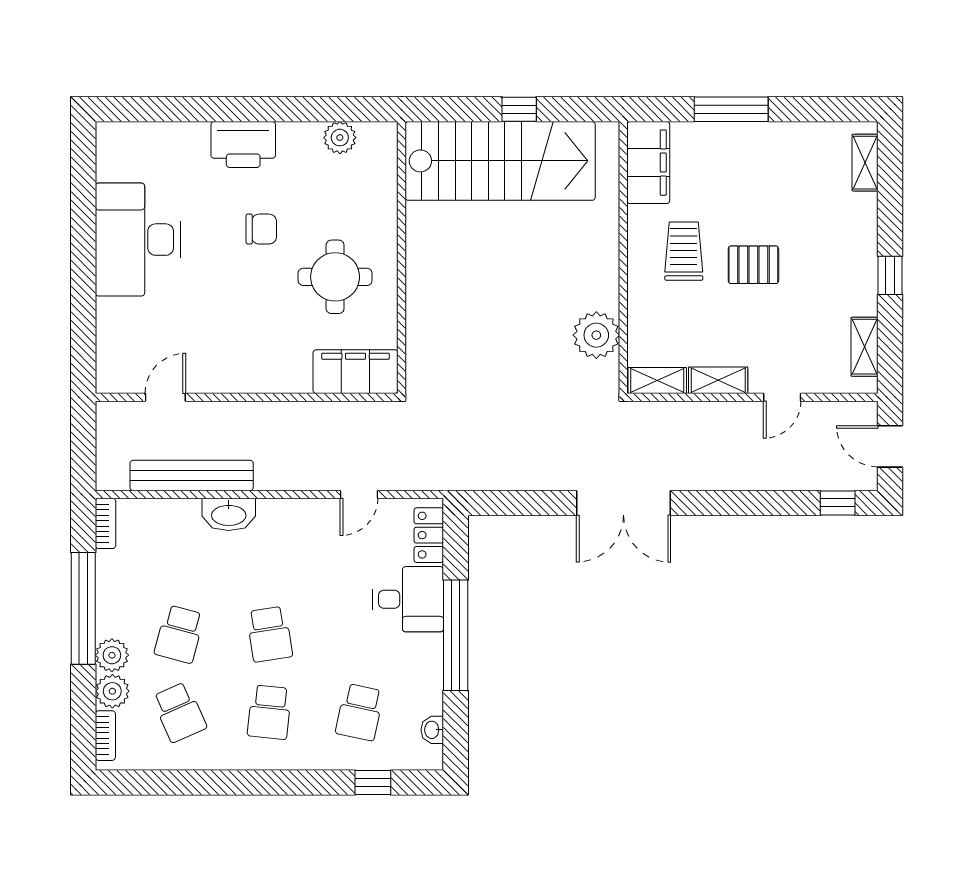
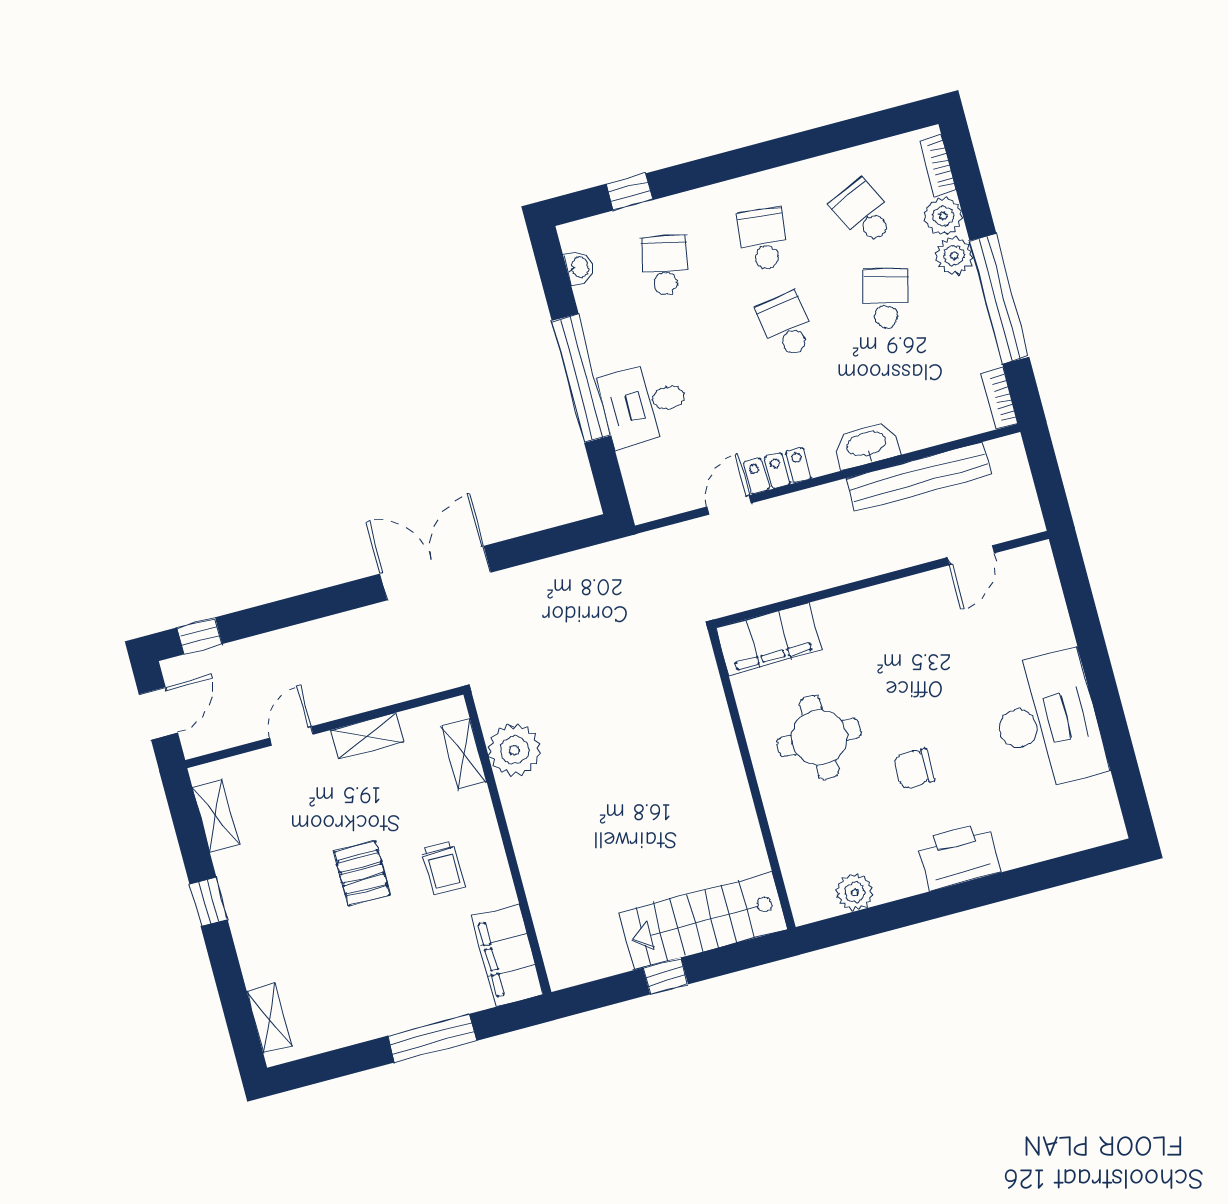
stairs: (500, 161) -> (703, 921), width x0.73, depth x0.66
trolley: (684, 251) -> (443, 868), width x0.73, depth x0.72
pallet: (753, 265) -> (362, 873), turned 90
shelving: (657, 381) -> (464, 754), moved, turned 90
door: (890, 446) -> (158, 714), hinge flipped
locker: (429, 535) -> (777, 471), moved, turned -90

